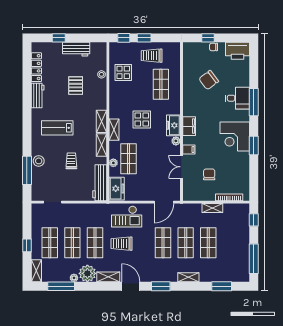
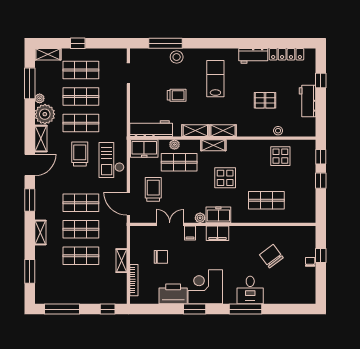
printer: (238, 51) -> (173, 294), moved, turned 90
trolley: (152, 56) -> (153, 189), moved

